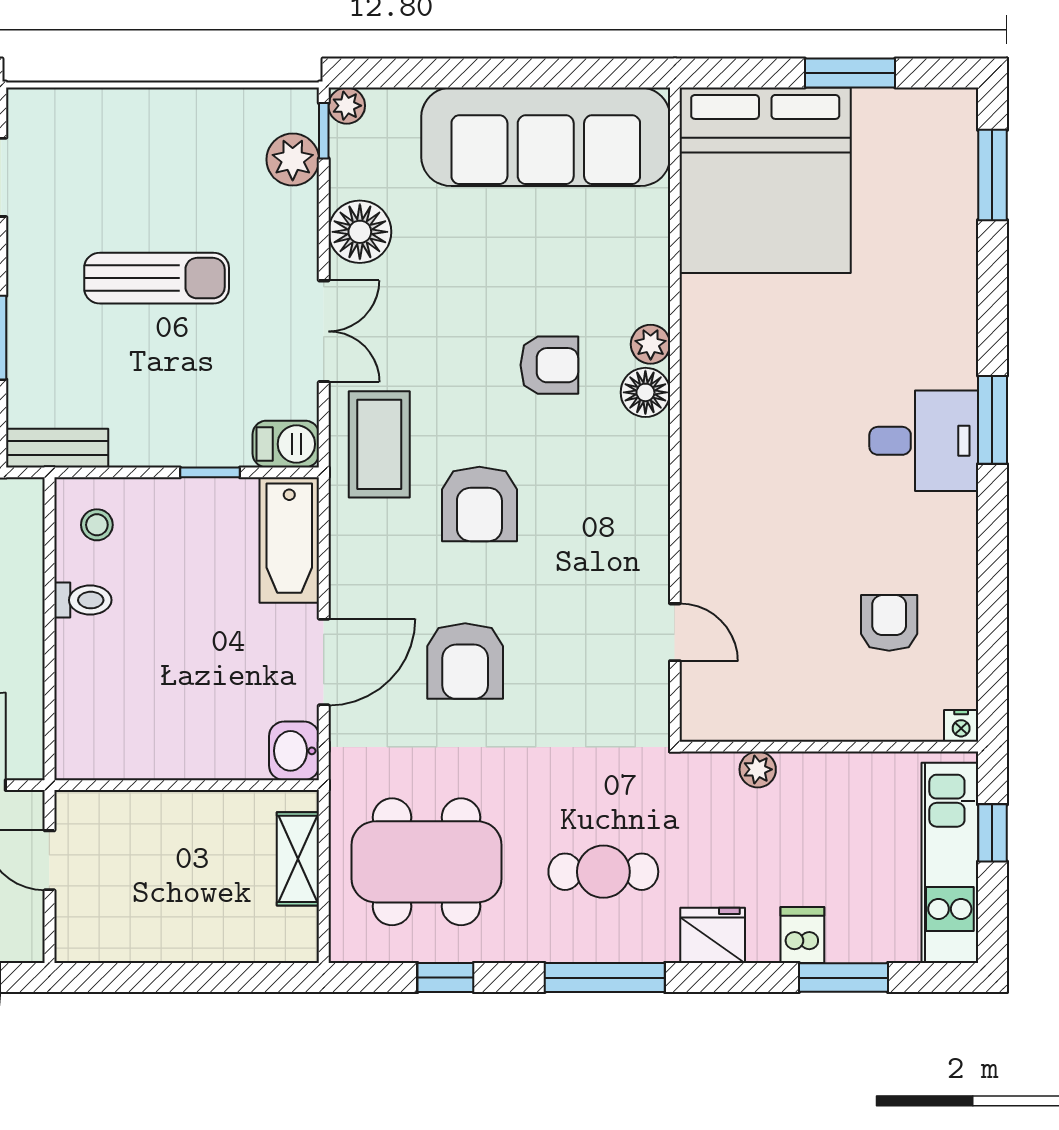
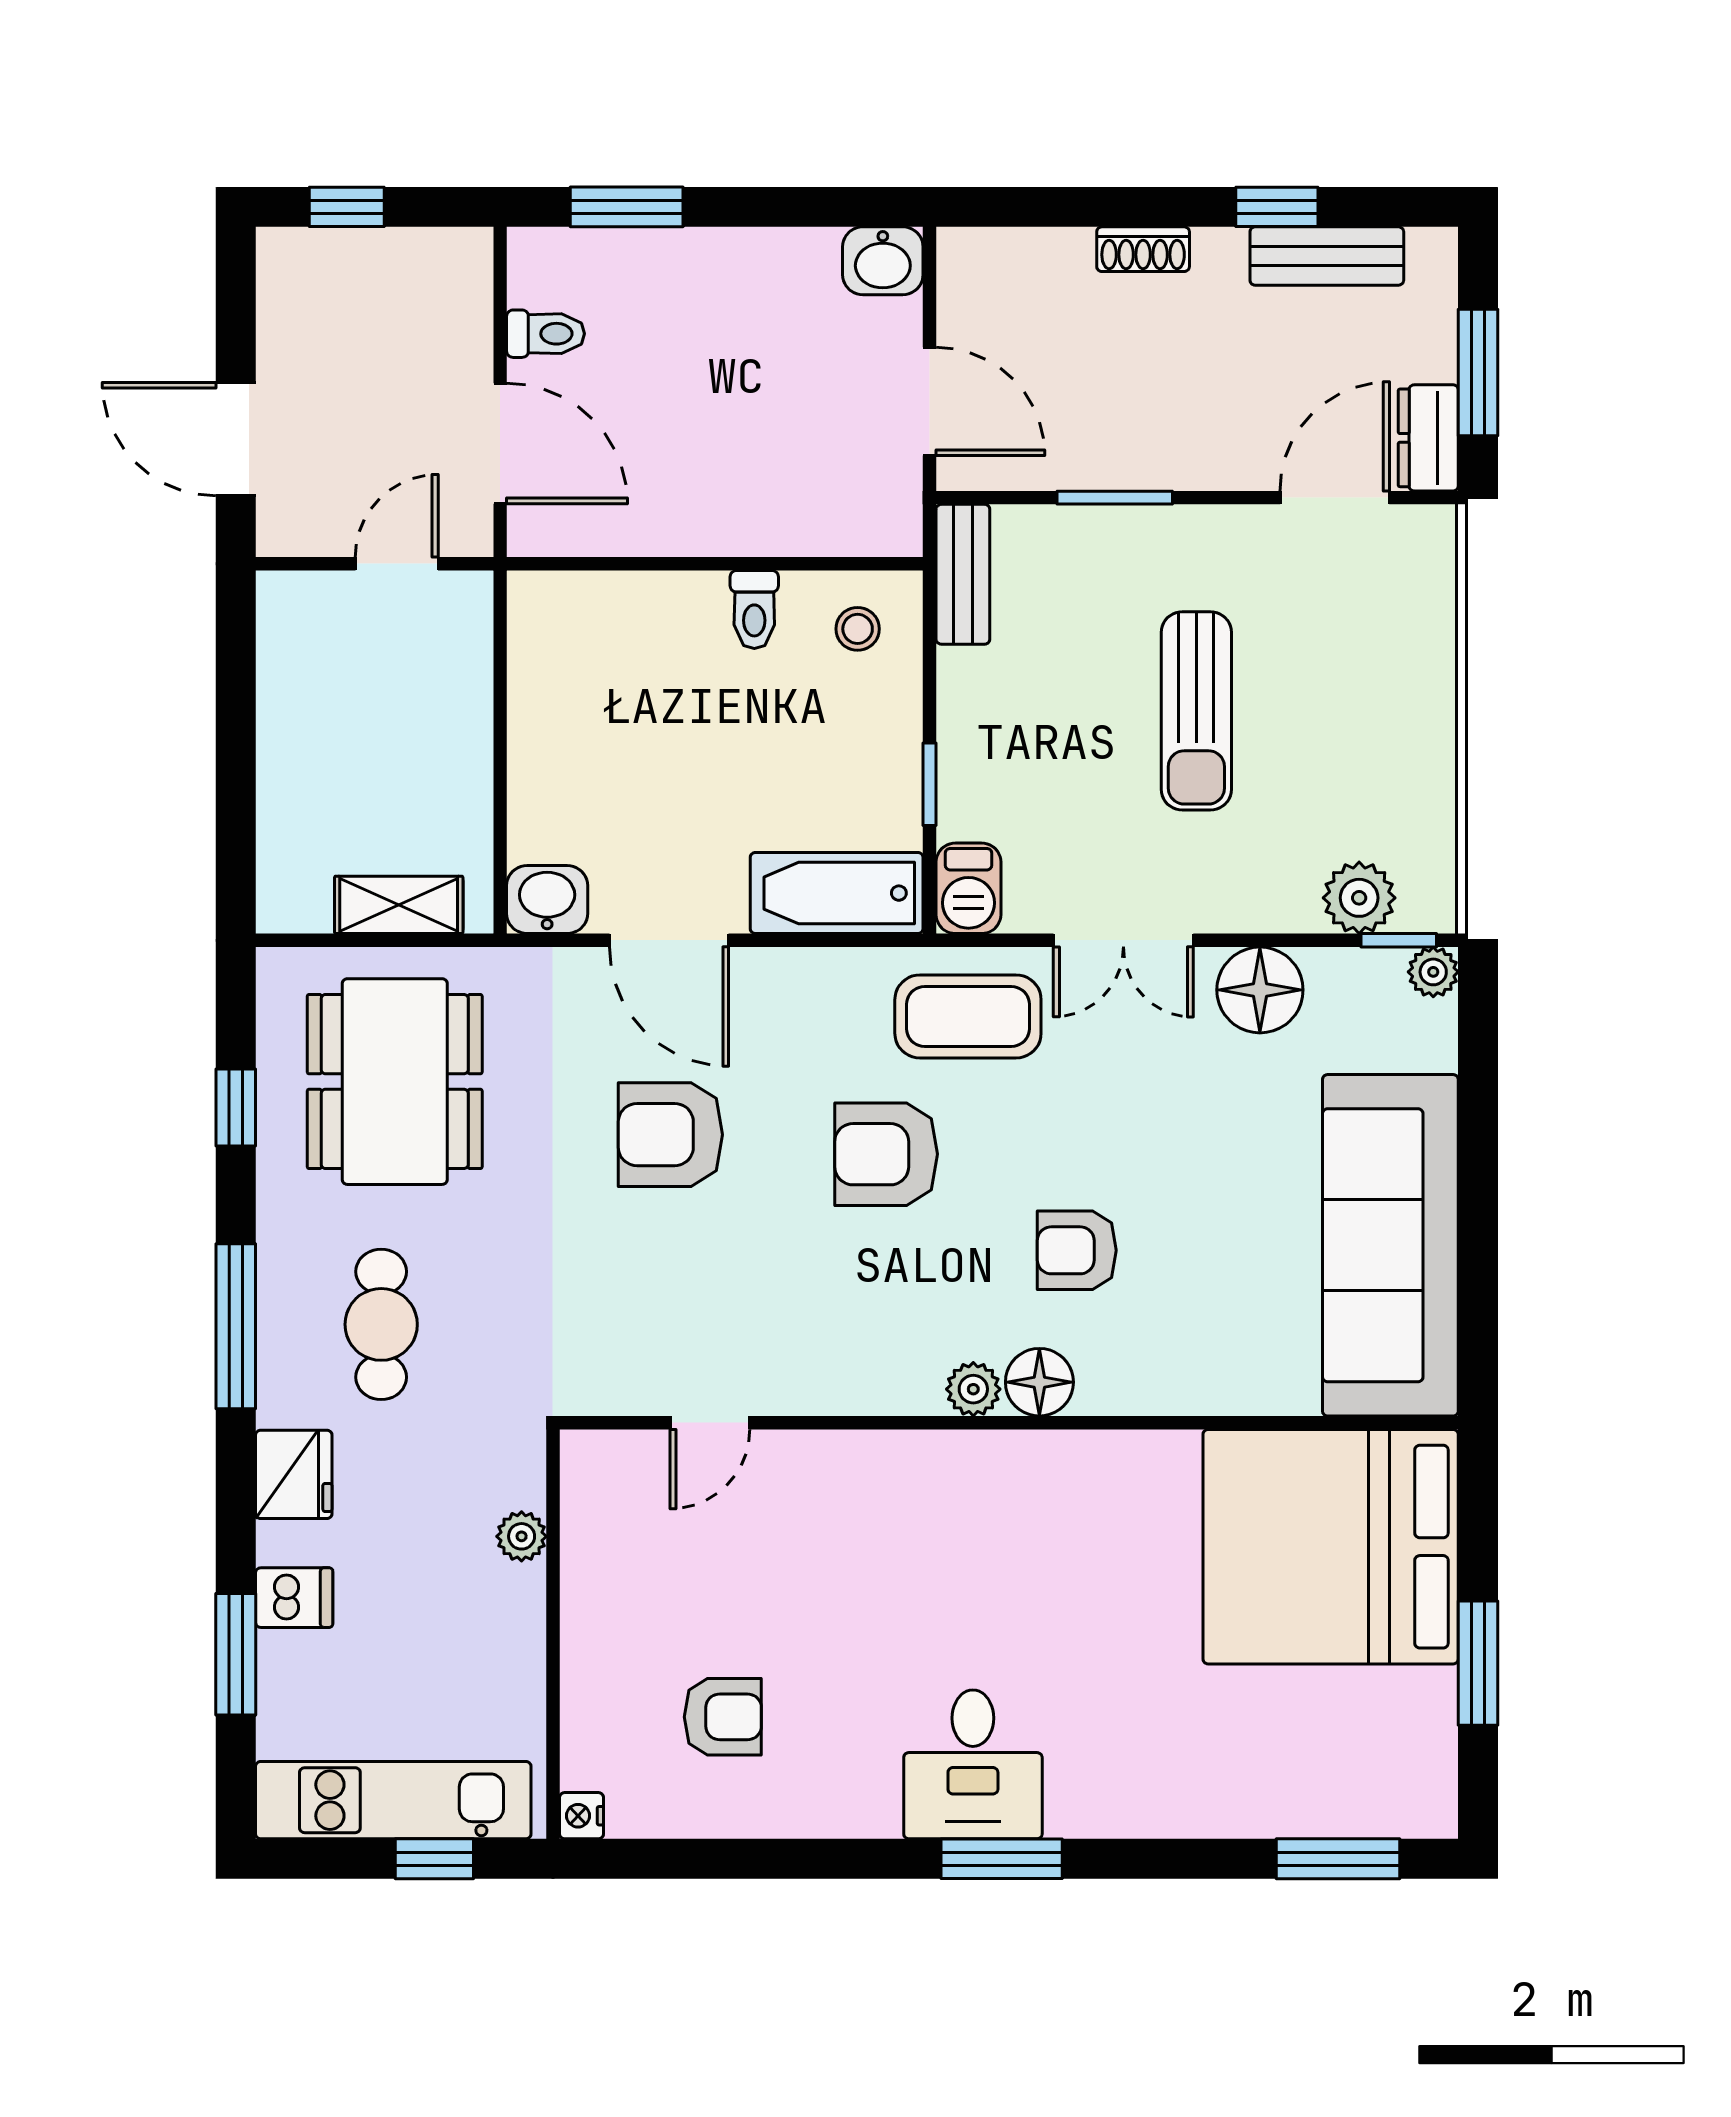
plant: (651, 344) -> (973, 1389), moved
armchair: (549, 365) -> (1077, 1250), turned 90

